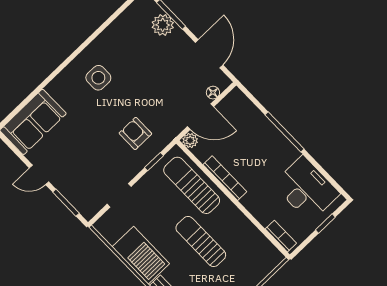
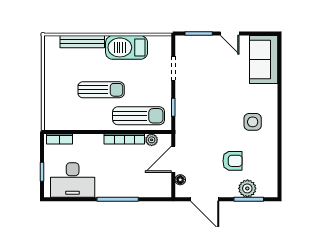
armchair: (135, 133) -> (233, 161), moved
plant: (190, 140) -> (152, 140), moved
door: (39, 175) -> (230, 34), swing flipped

